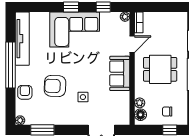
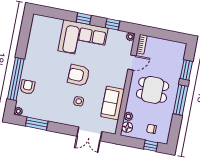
tv unit: (22, 39) -> (35, 39), removed
window: (11, 65) -> (16, 79), moved
sofa: (120, 73) -> (113, 103), moved
armchair: (55, 86) -> (79, 75), moved

